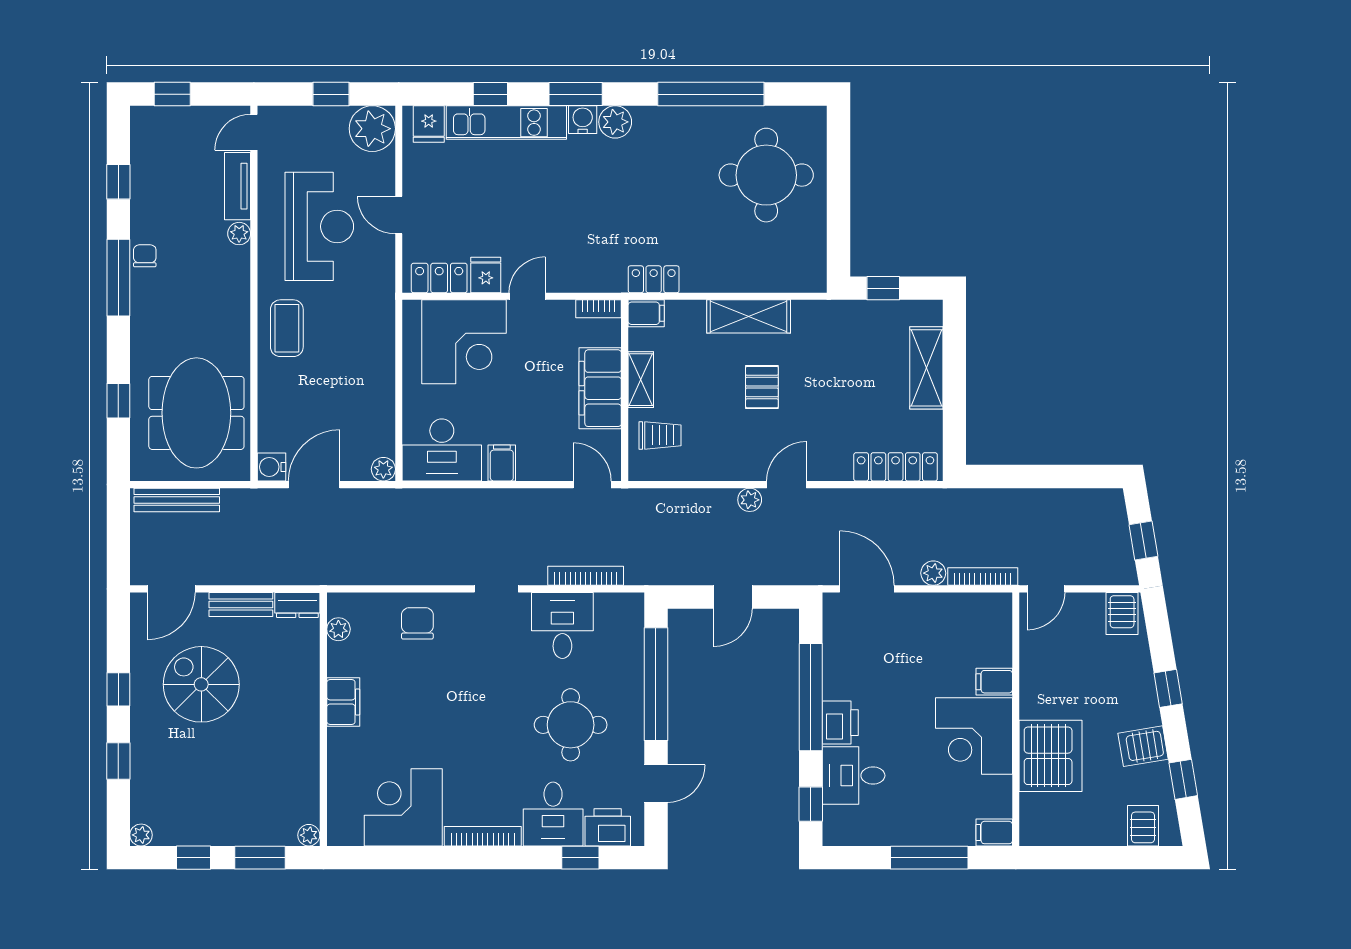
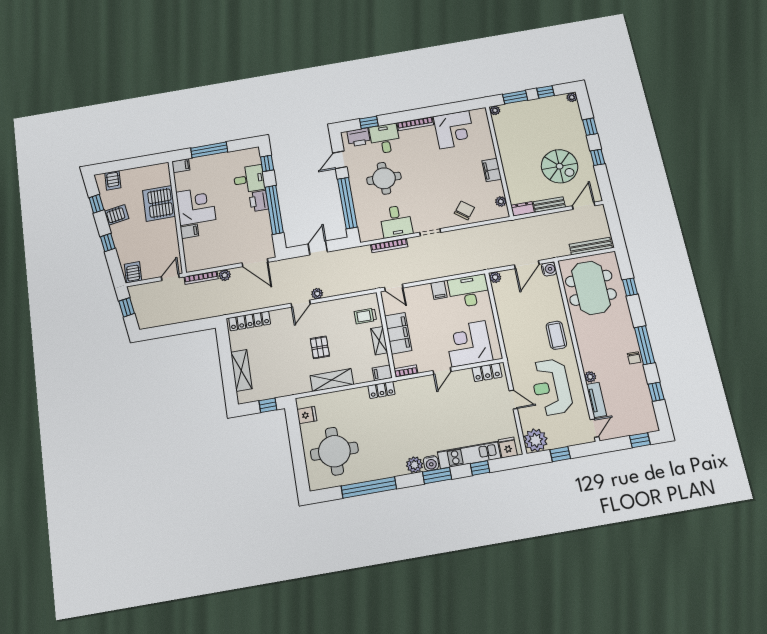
fridge: (486, 275) -> (307, 415), moved, turned -90
chair: (417, 623) -> (464, 210), turned -142

